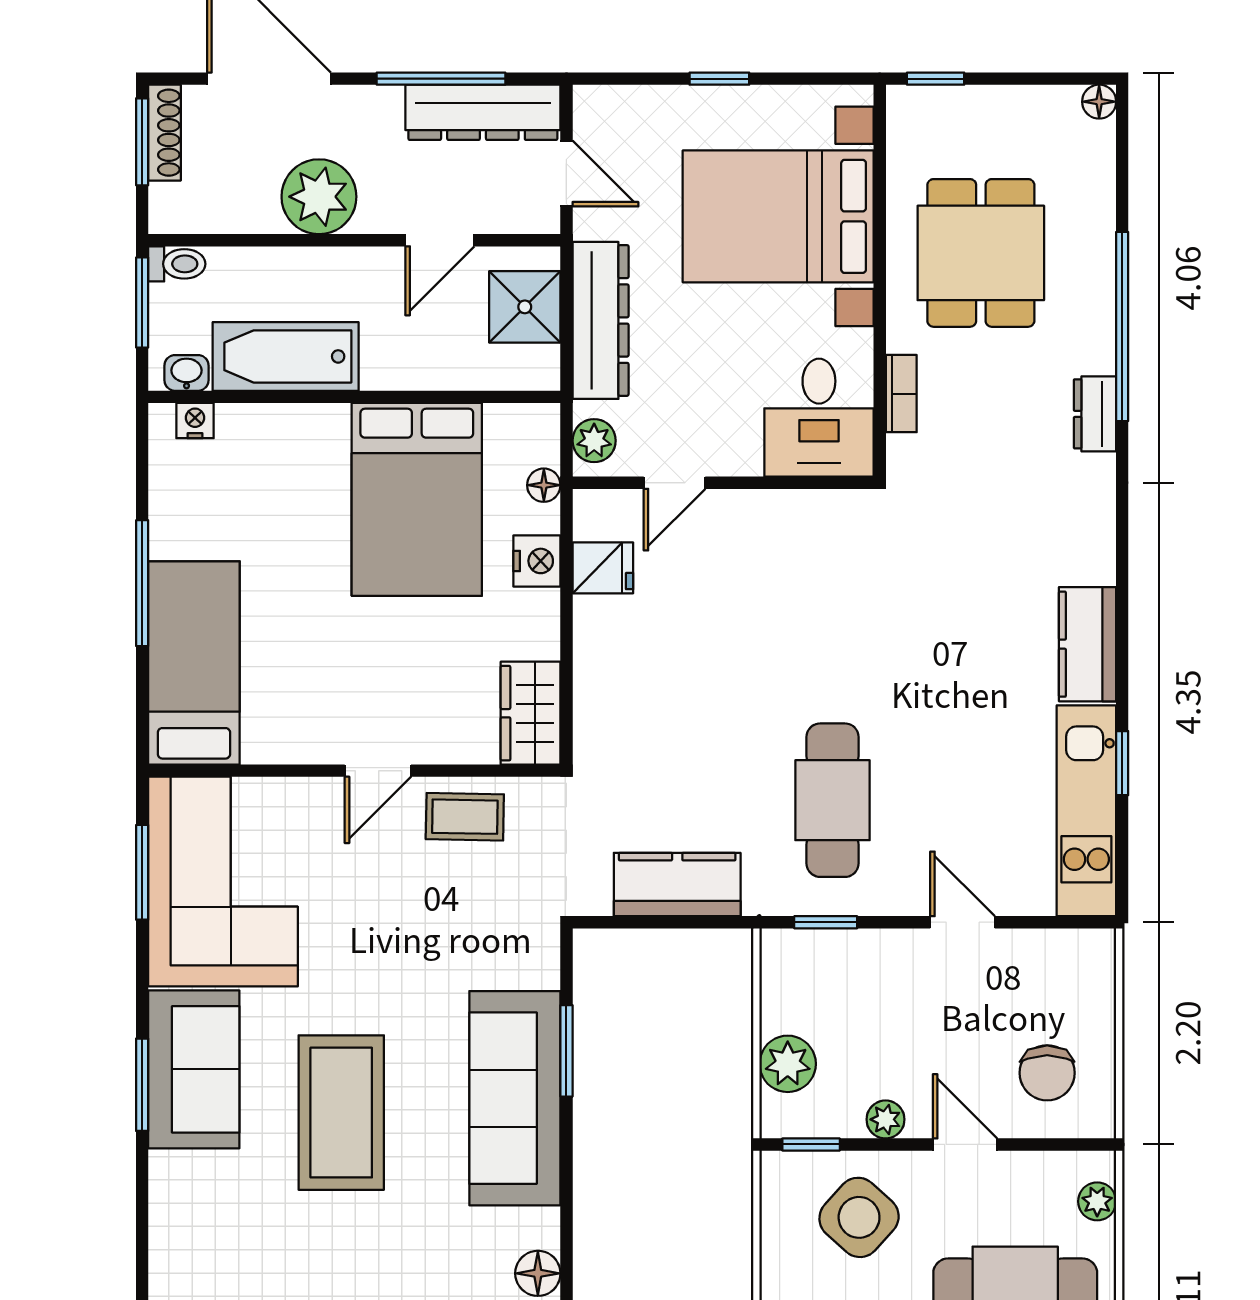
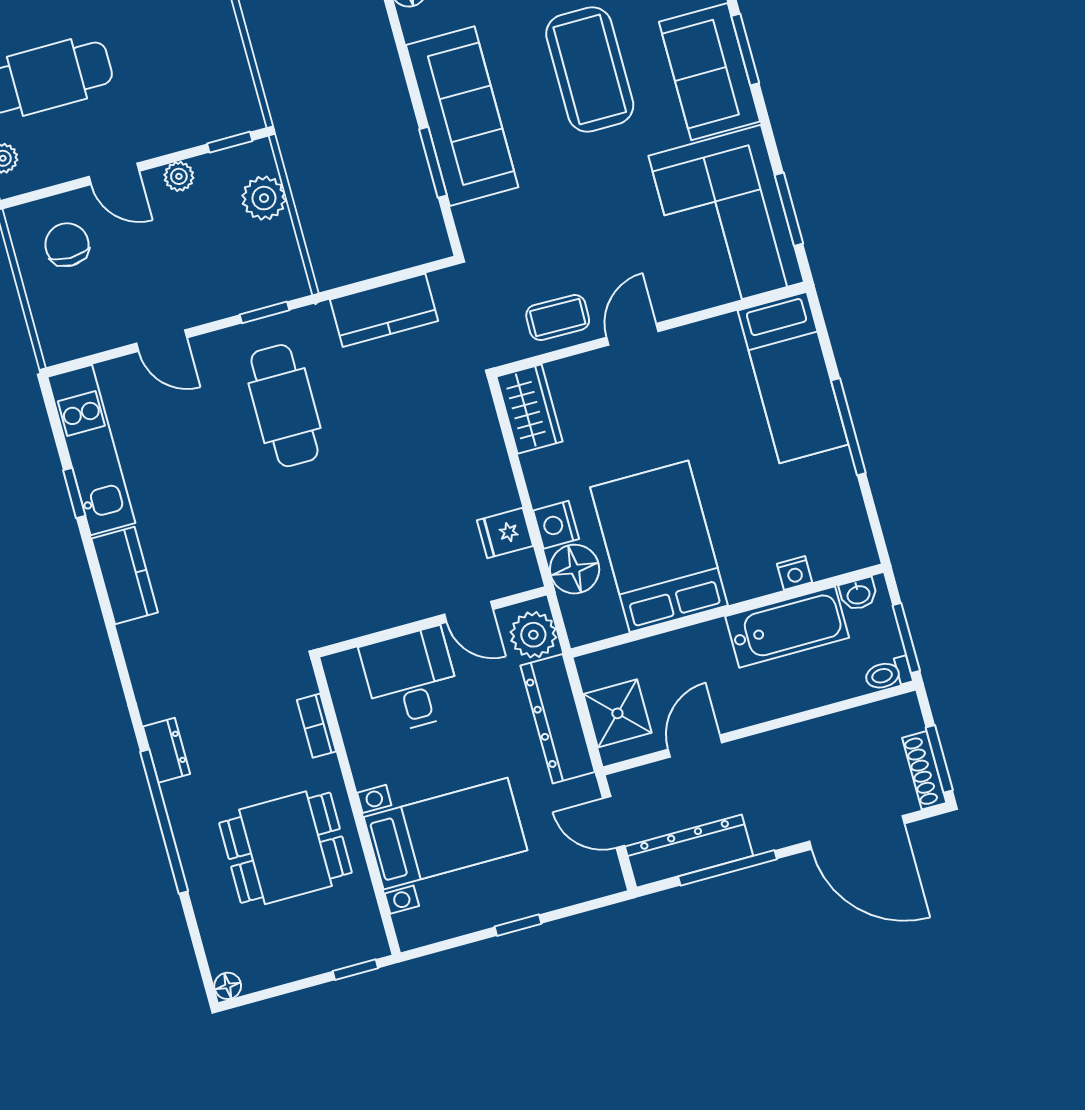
plant: (319, 197) -> (795, 754), removed
bed with nightstands: (778, 216) -> (445, 834), width x0.73
dining table: (981, 253) -> (285, 848), turned 90
desk: (819, 418) -> (411, 680), moved
nightstand: (195, 421) -> (794, 573), moved
plant: (594, 441) -> (533, 635), width x1.38, depth x1.38
door: (674, 483) -> (469, 612), swing flipped
floor lamp: (544, 485) -> (575, 569), width x1.89, depth x1.89
side table: (859, 1217) -> (179, 97), removed

